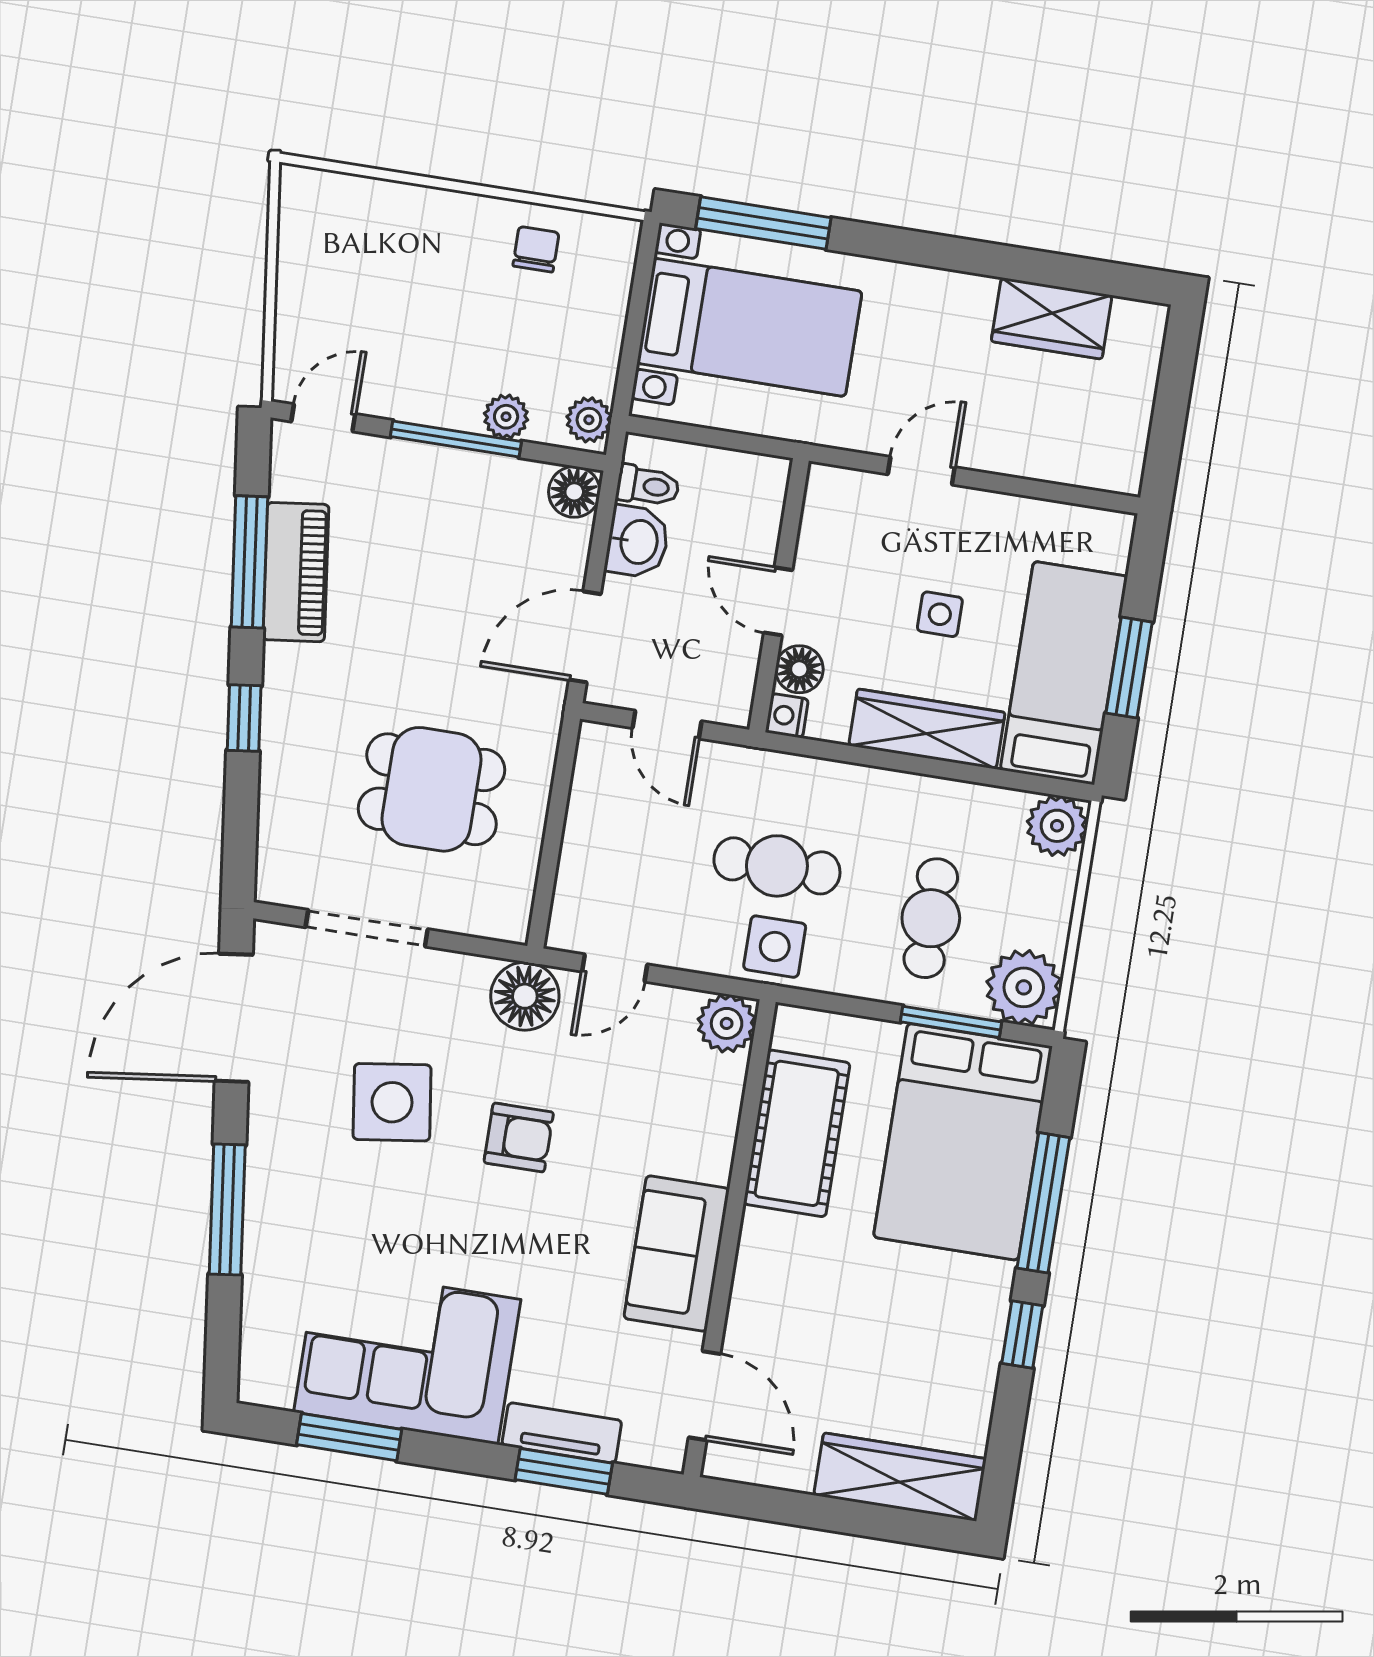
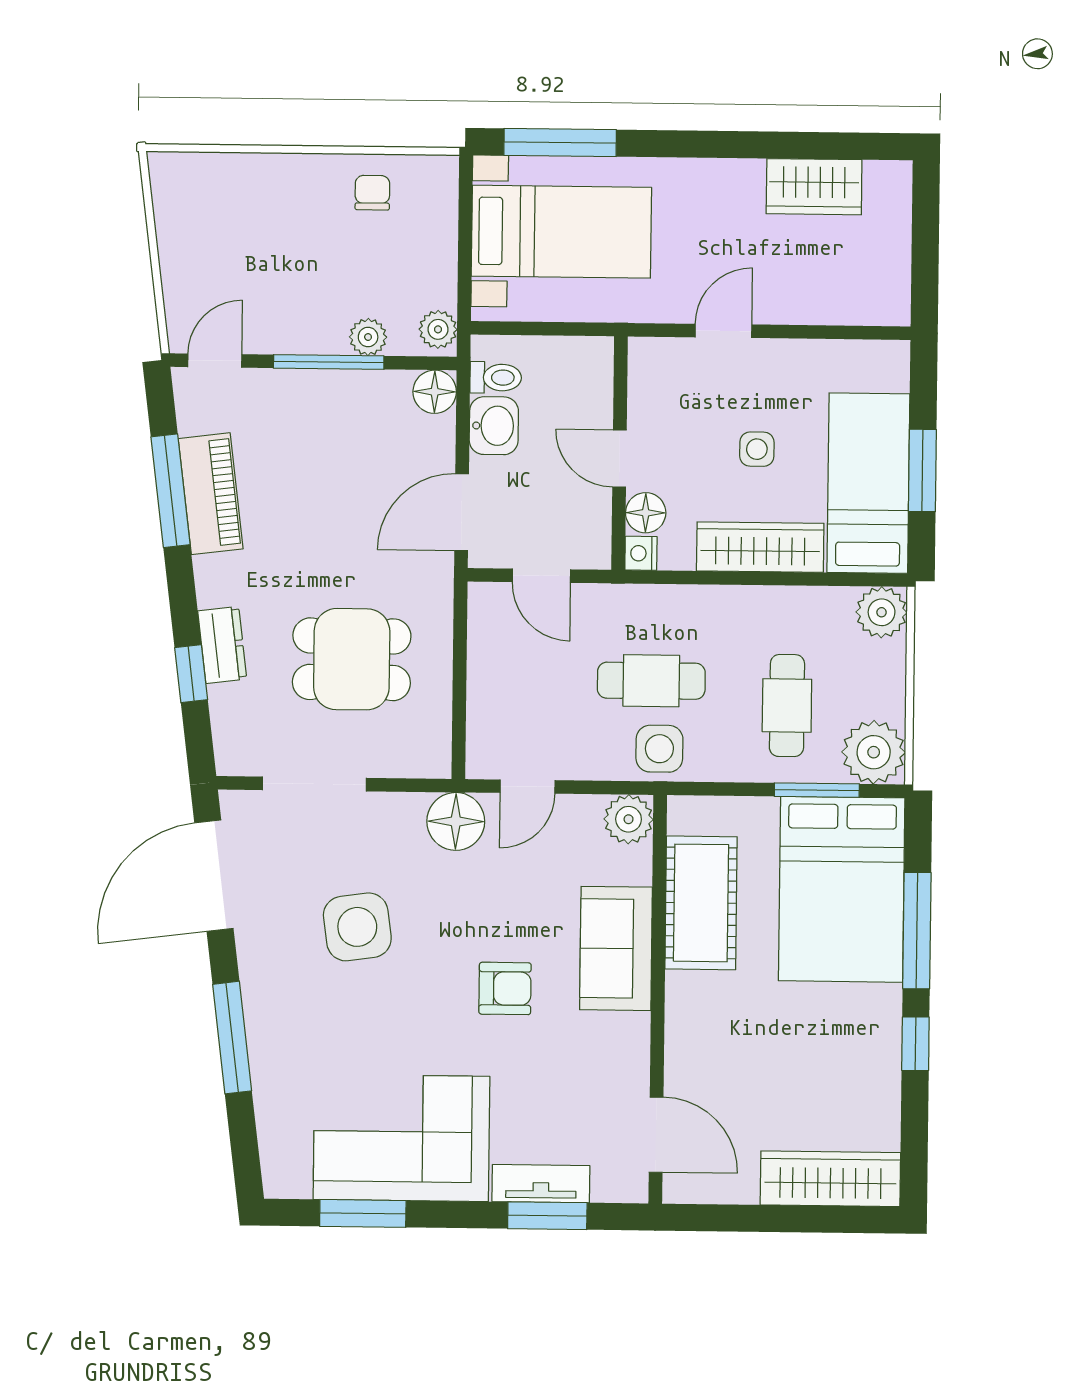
window: (244, 718) -> (191, 674), moved
dresser: (283, 750) -> (222, 645), added
armchair: (519, 1137) -> (505, 988), moved
sofa: (677, 1254) -> (616, 948), moved

